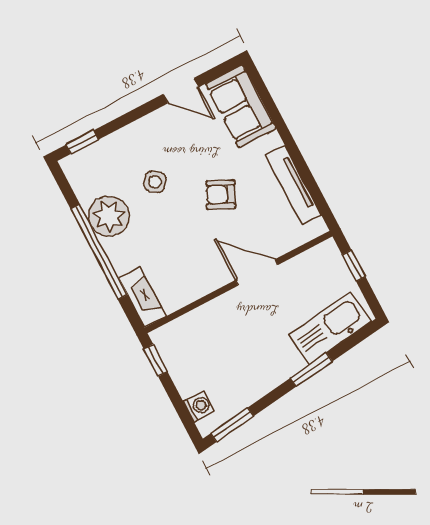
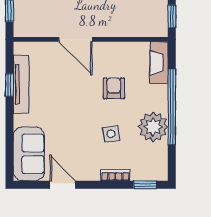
bookcase: (124, 135) -> (115, 175), added
window: (307, 177) -> (9, 85), added
side table: (155, 182) -> (111, 134), turned 45
armchair: (221, 195) -> (114, 88), moved, turned -116

